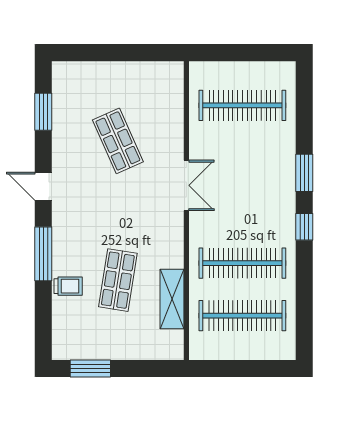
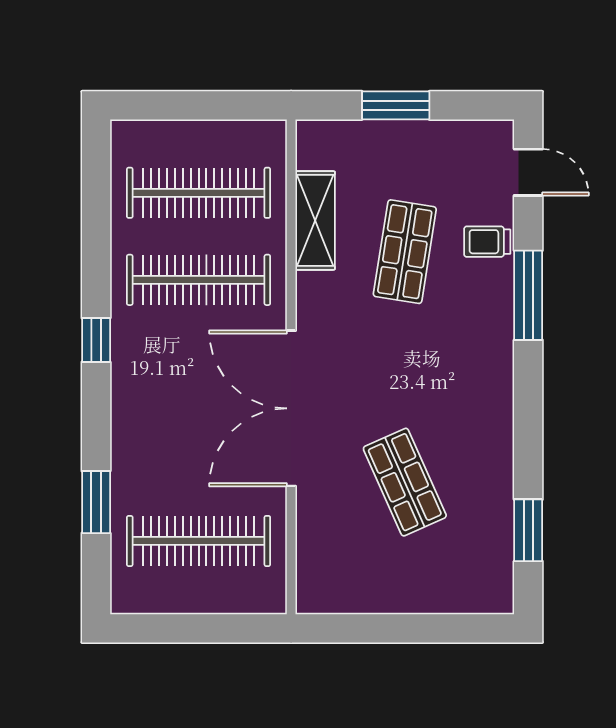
window: (304, 173) -> (96, 502), moved
double door: (186, 185) -> (291, 408), width x1.87
door: (43, 186) -> (528, 172), moved
window: (90, 368) -> (396, 105), moved

